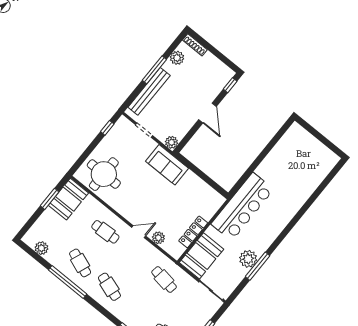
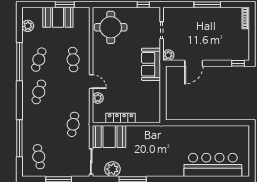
plant: (177, 58) -> (227, 13), removed
bench: (149, 91) -> (190, 13), removed
door: (207, 113) -> (194, 63), moved
booth: (68, 199) -> (58, 17), moved
bar counter: (242, 207) -> (213, 165), moved, turned 180
plant: (248, 259) -> (112, 169), moved

